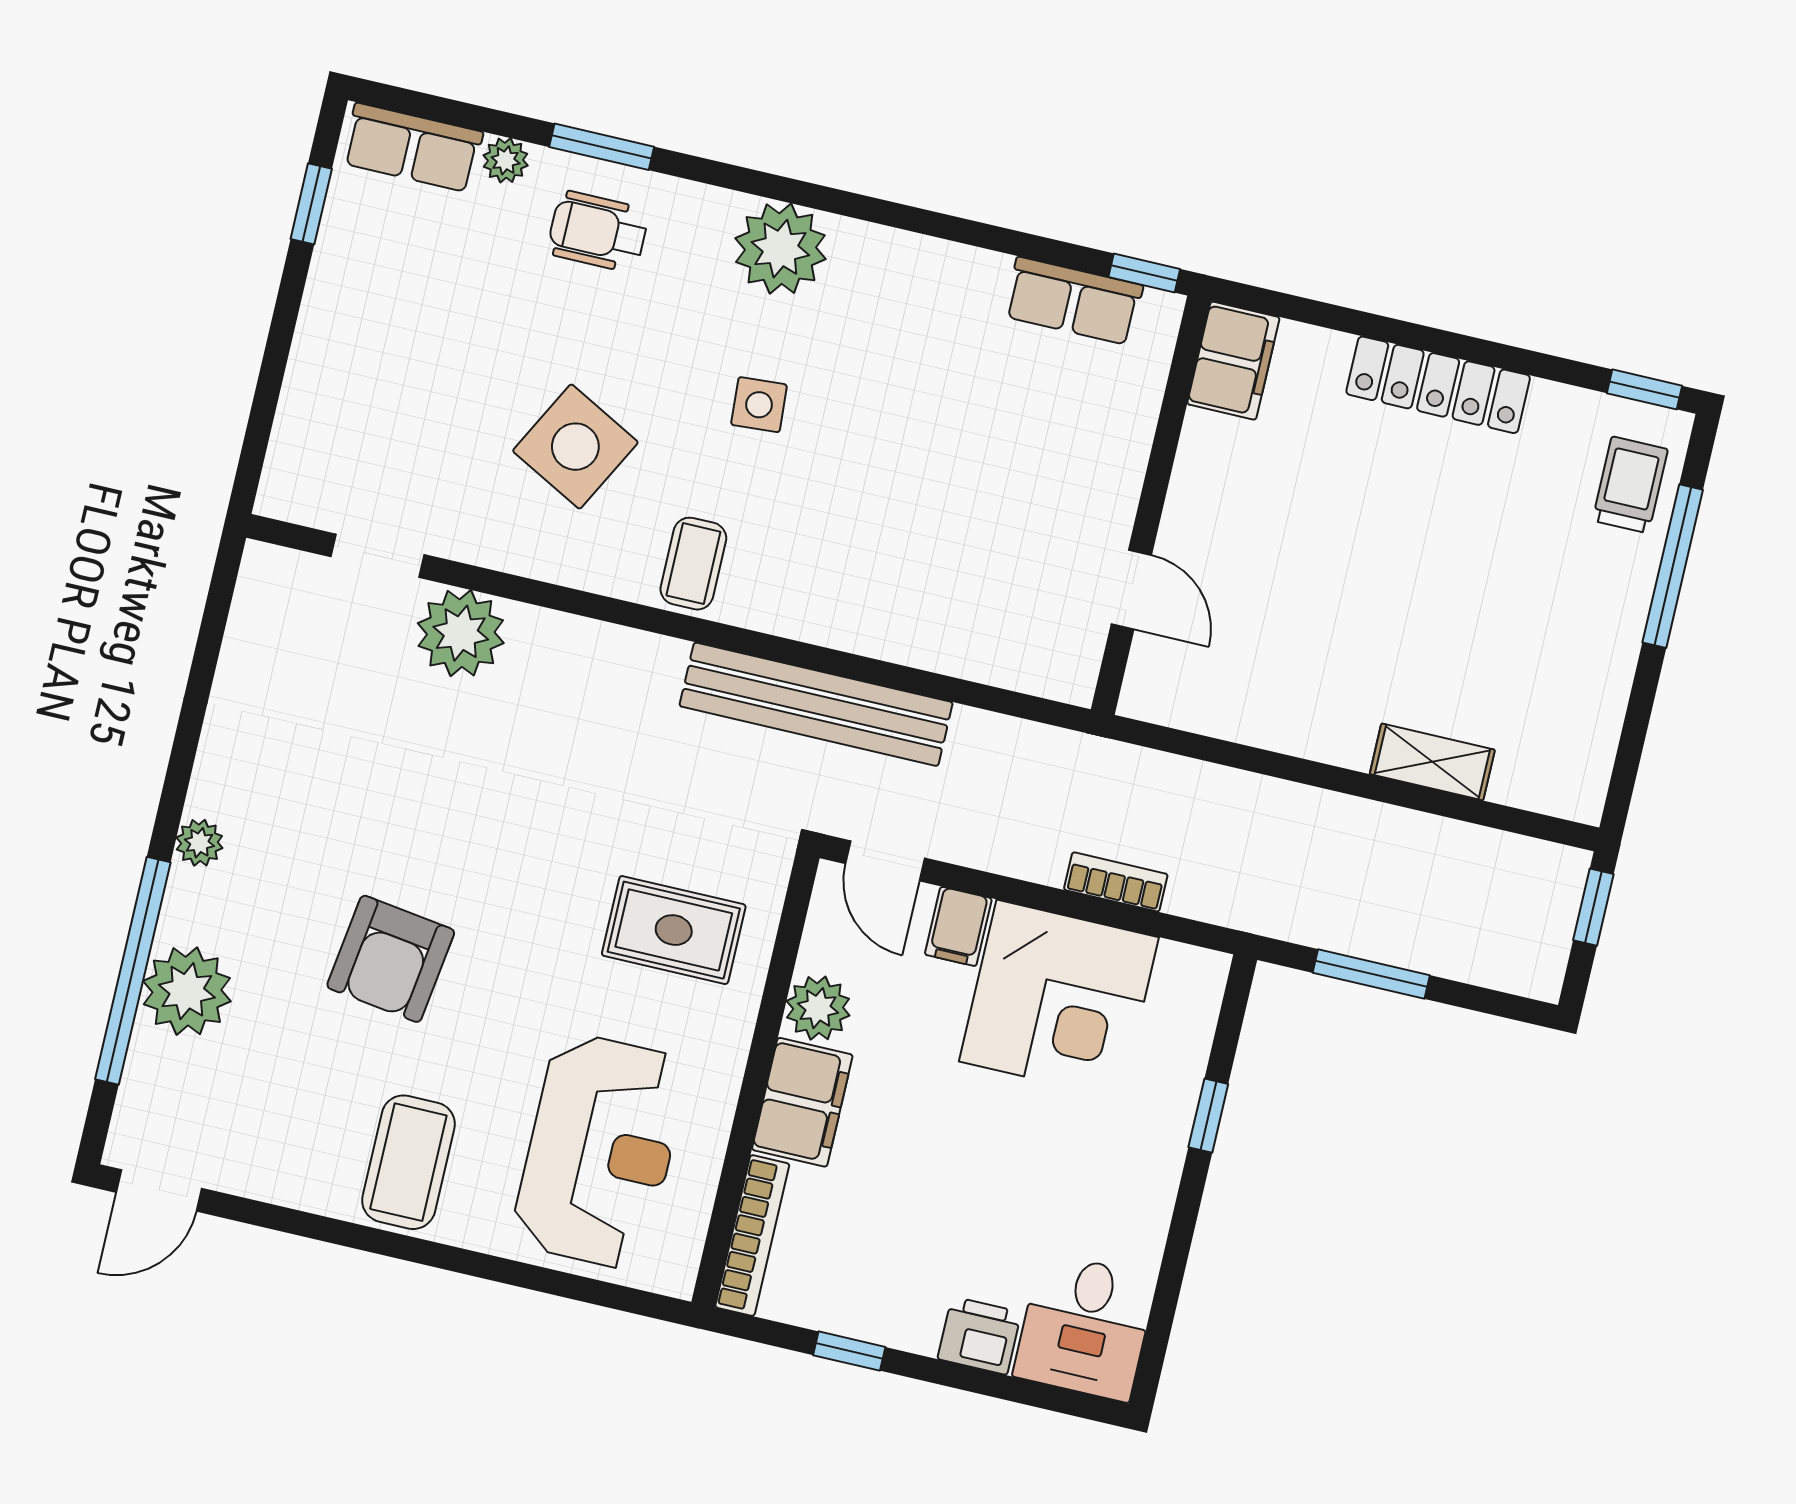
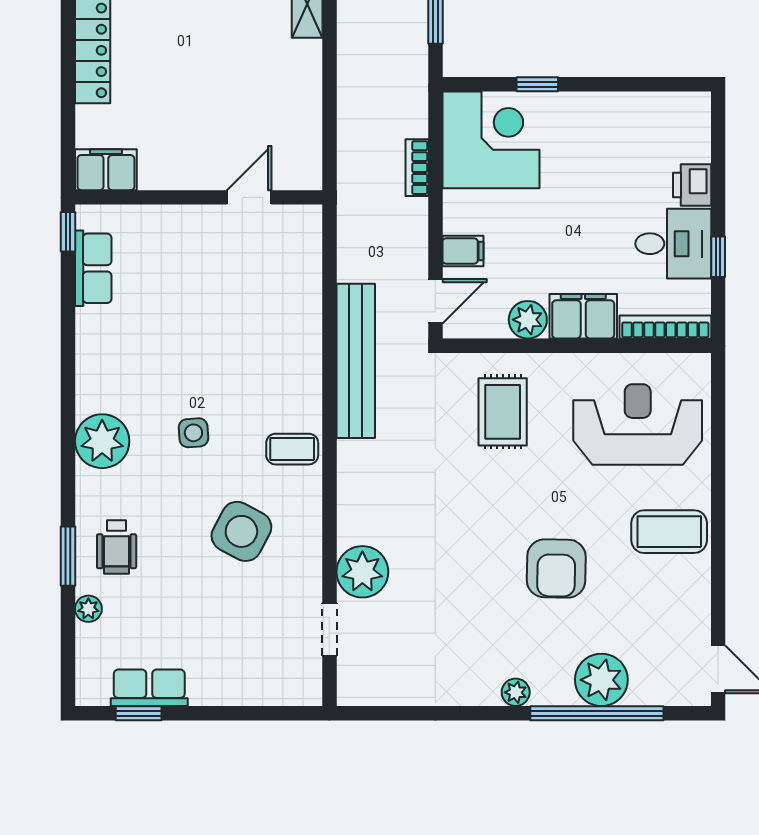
row of seats: (412, 148) -> (149, 688), moved, turned -90
armchair: (391, 959) -> (556, 568), turned 83
corner desk: (1059, 999) -> (491, 140), moved
desk: (1085, 1327) -> (673, 244), moved

